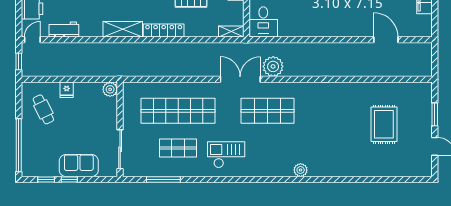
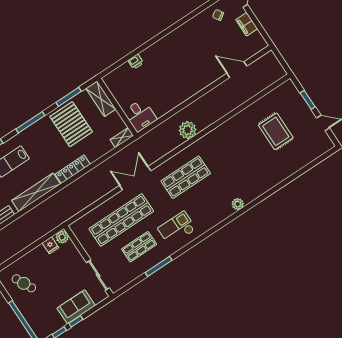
shelving: (123, 29) -> (36, 192), width x1.47
plant: (273, 66) -> (188, 130), moved
double door: (240, 79) -> (135, 178), moved
fridge: (67, 90) -> (50, 245), moved
window: (163, 179) -> (159, 266), moved

